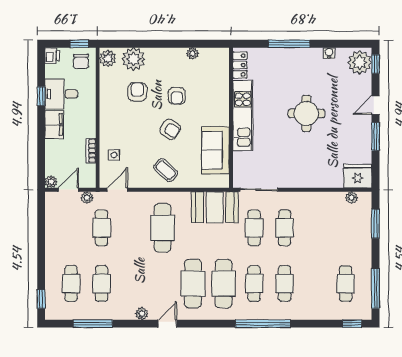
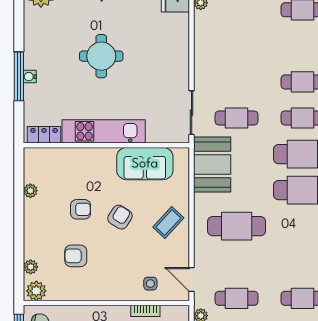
water cooler: (329, 53) -> (30, 77), moved
plant: (134, 59) -> (31, 267), width x0.53, depth x0.53
cafe table: (285, 228) -> (237, 82), removed

